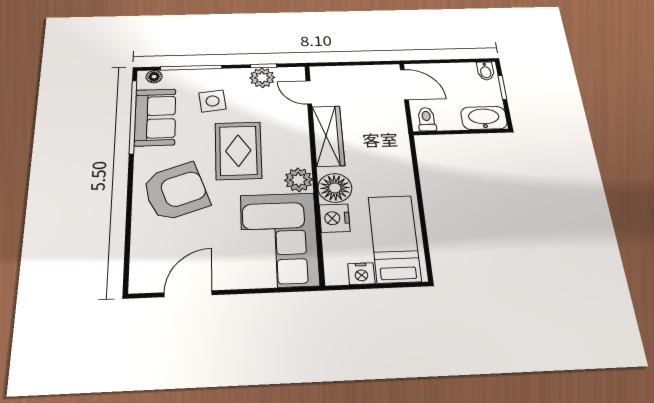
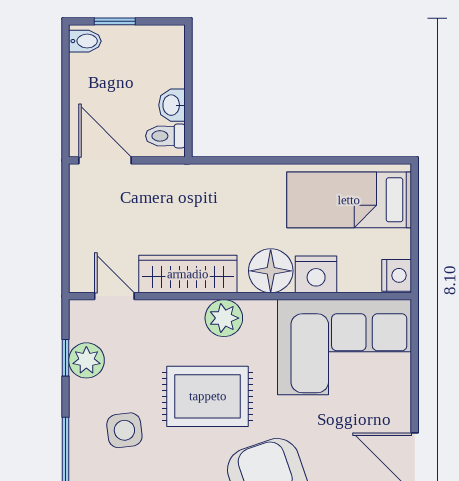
door: (404, 84) -> (105, 160), hinge flipped
door: (309, 93) -> (114, 296), swing flipped
washbasin: (484, 118) -> (172, 105), moved, width x0.52, depth x0.69
plant: (298, 180) -> (224, 318), moved
nightstand: (361, 274) -> (397, 275), moved

